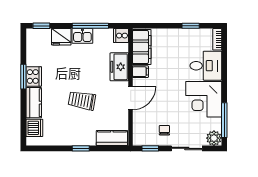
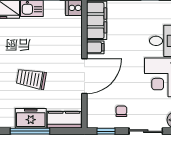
freezer: (119, 67) -> (31, 118), moved, turned 90
door: (131, 98) -> (84, 76), width x1.36
window: (81, 148) -> (30, 131), width x2.17

